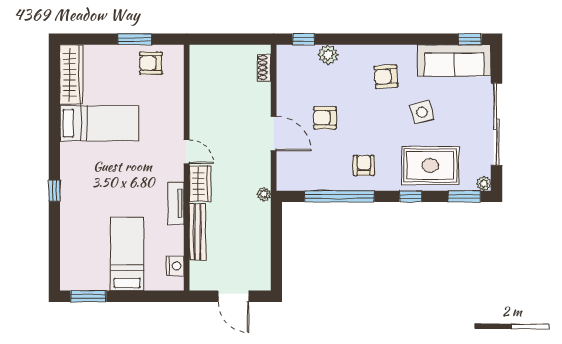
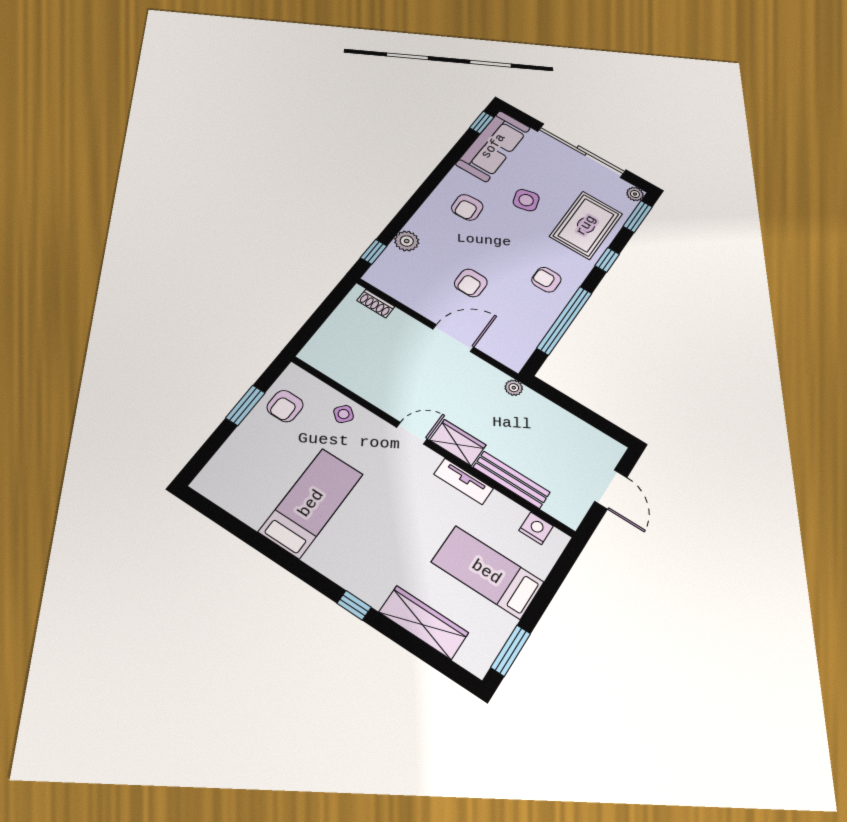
wardrobe: (71, 75) -> (424, 622), moved
side table: (171, 102) -> (344, 414), added
door: (233, 296) -> (611, 489), hinge flipped

